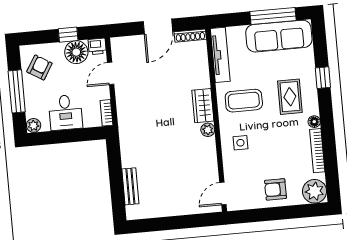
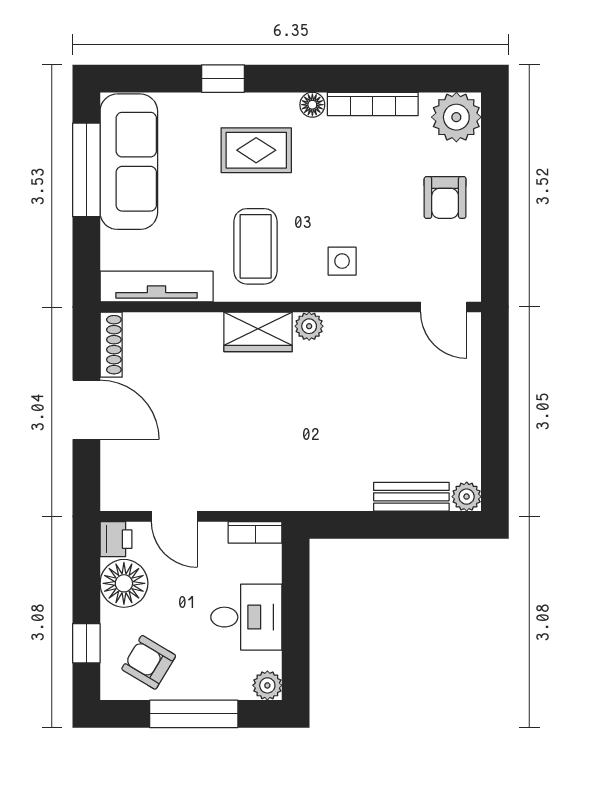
window: (68, 35) -> (86, 643), moved
plant: (133, 213) -> (467, 497), added

